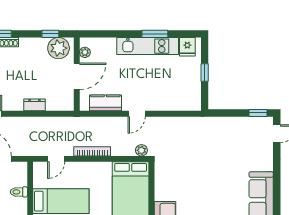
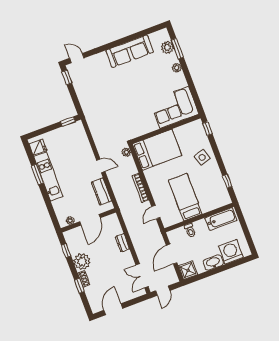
plant: (59, 48) -> (82, 262), moved
window: (205, 73) -> (68, 121), moved
door: (77, 76) -> (90, 220), swing flipped
door: (56, 159) -> (156, 212), swing flipped

